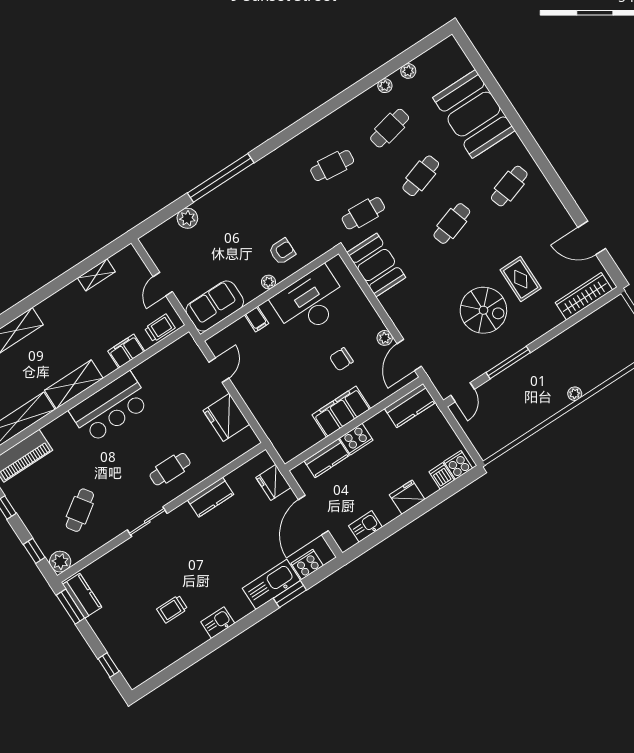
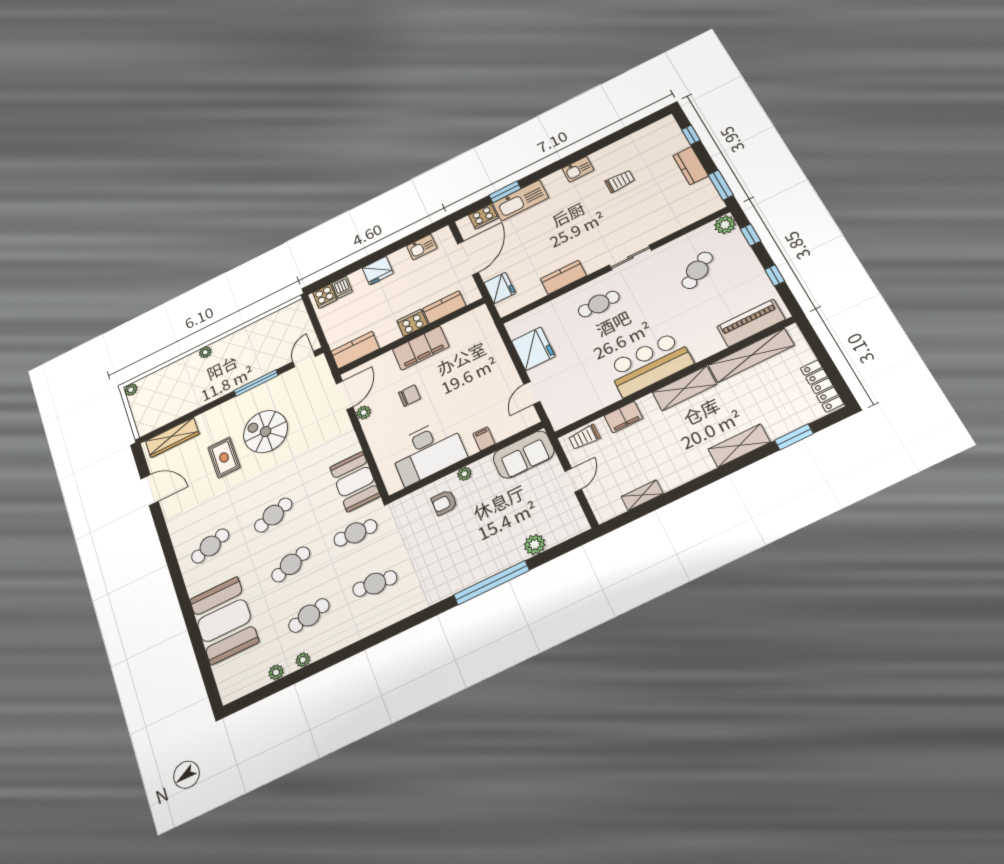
kitchen counter: (82, 596) -> (691, 166), moved

